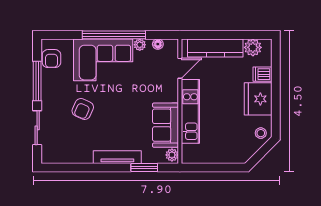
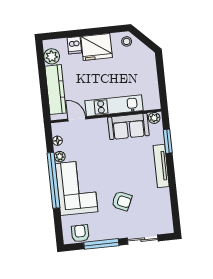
armchair: (51, 59) -> (80, 233), turned -90

